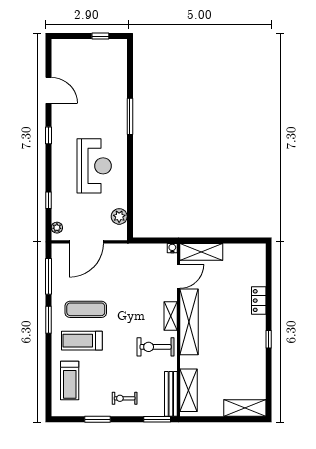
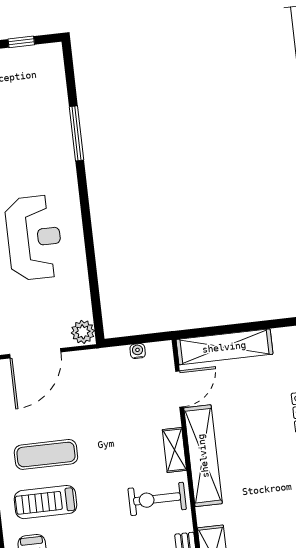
window: (130, 116) -> (77, 133), moved
plant: (119, 216) -> (83, 332), moved
water cooler: (172, 248) -> (138, 351), moved
shelving: (201, 252) -> (224, 347), width x1.47

